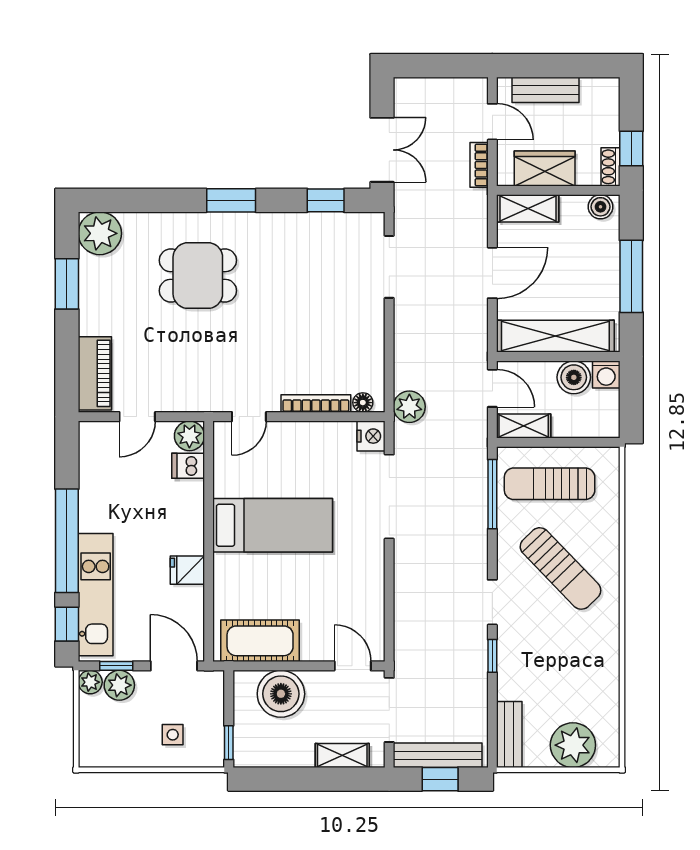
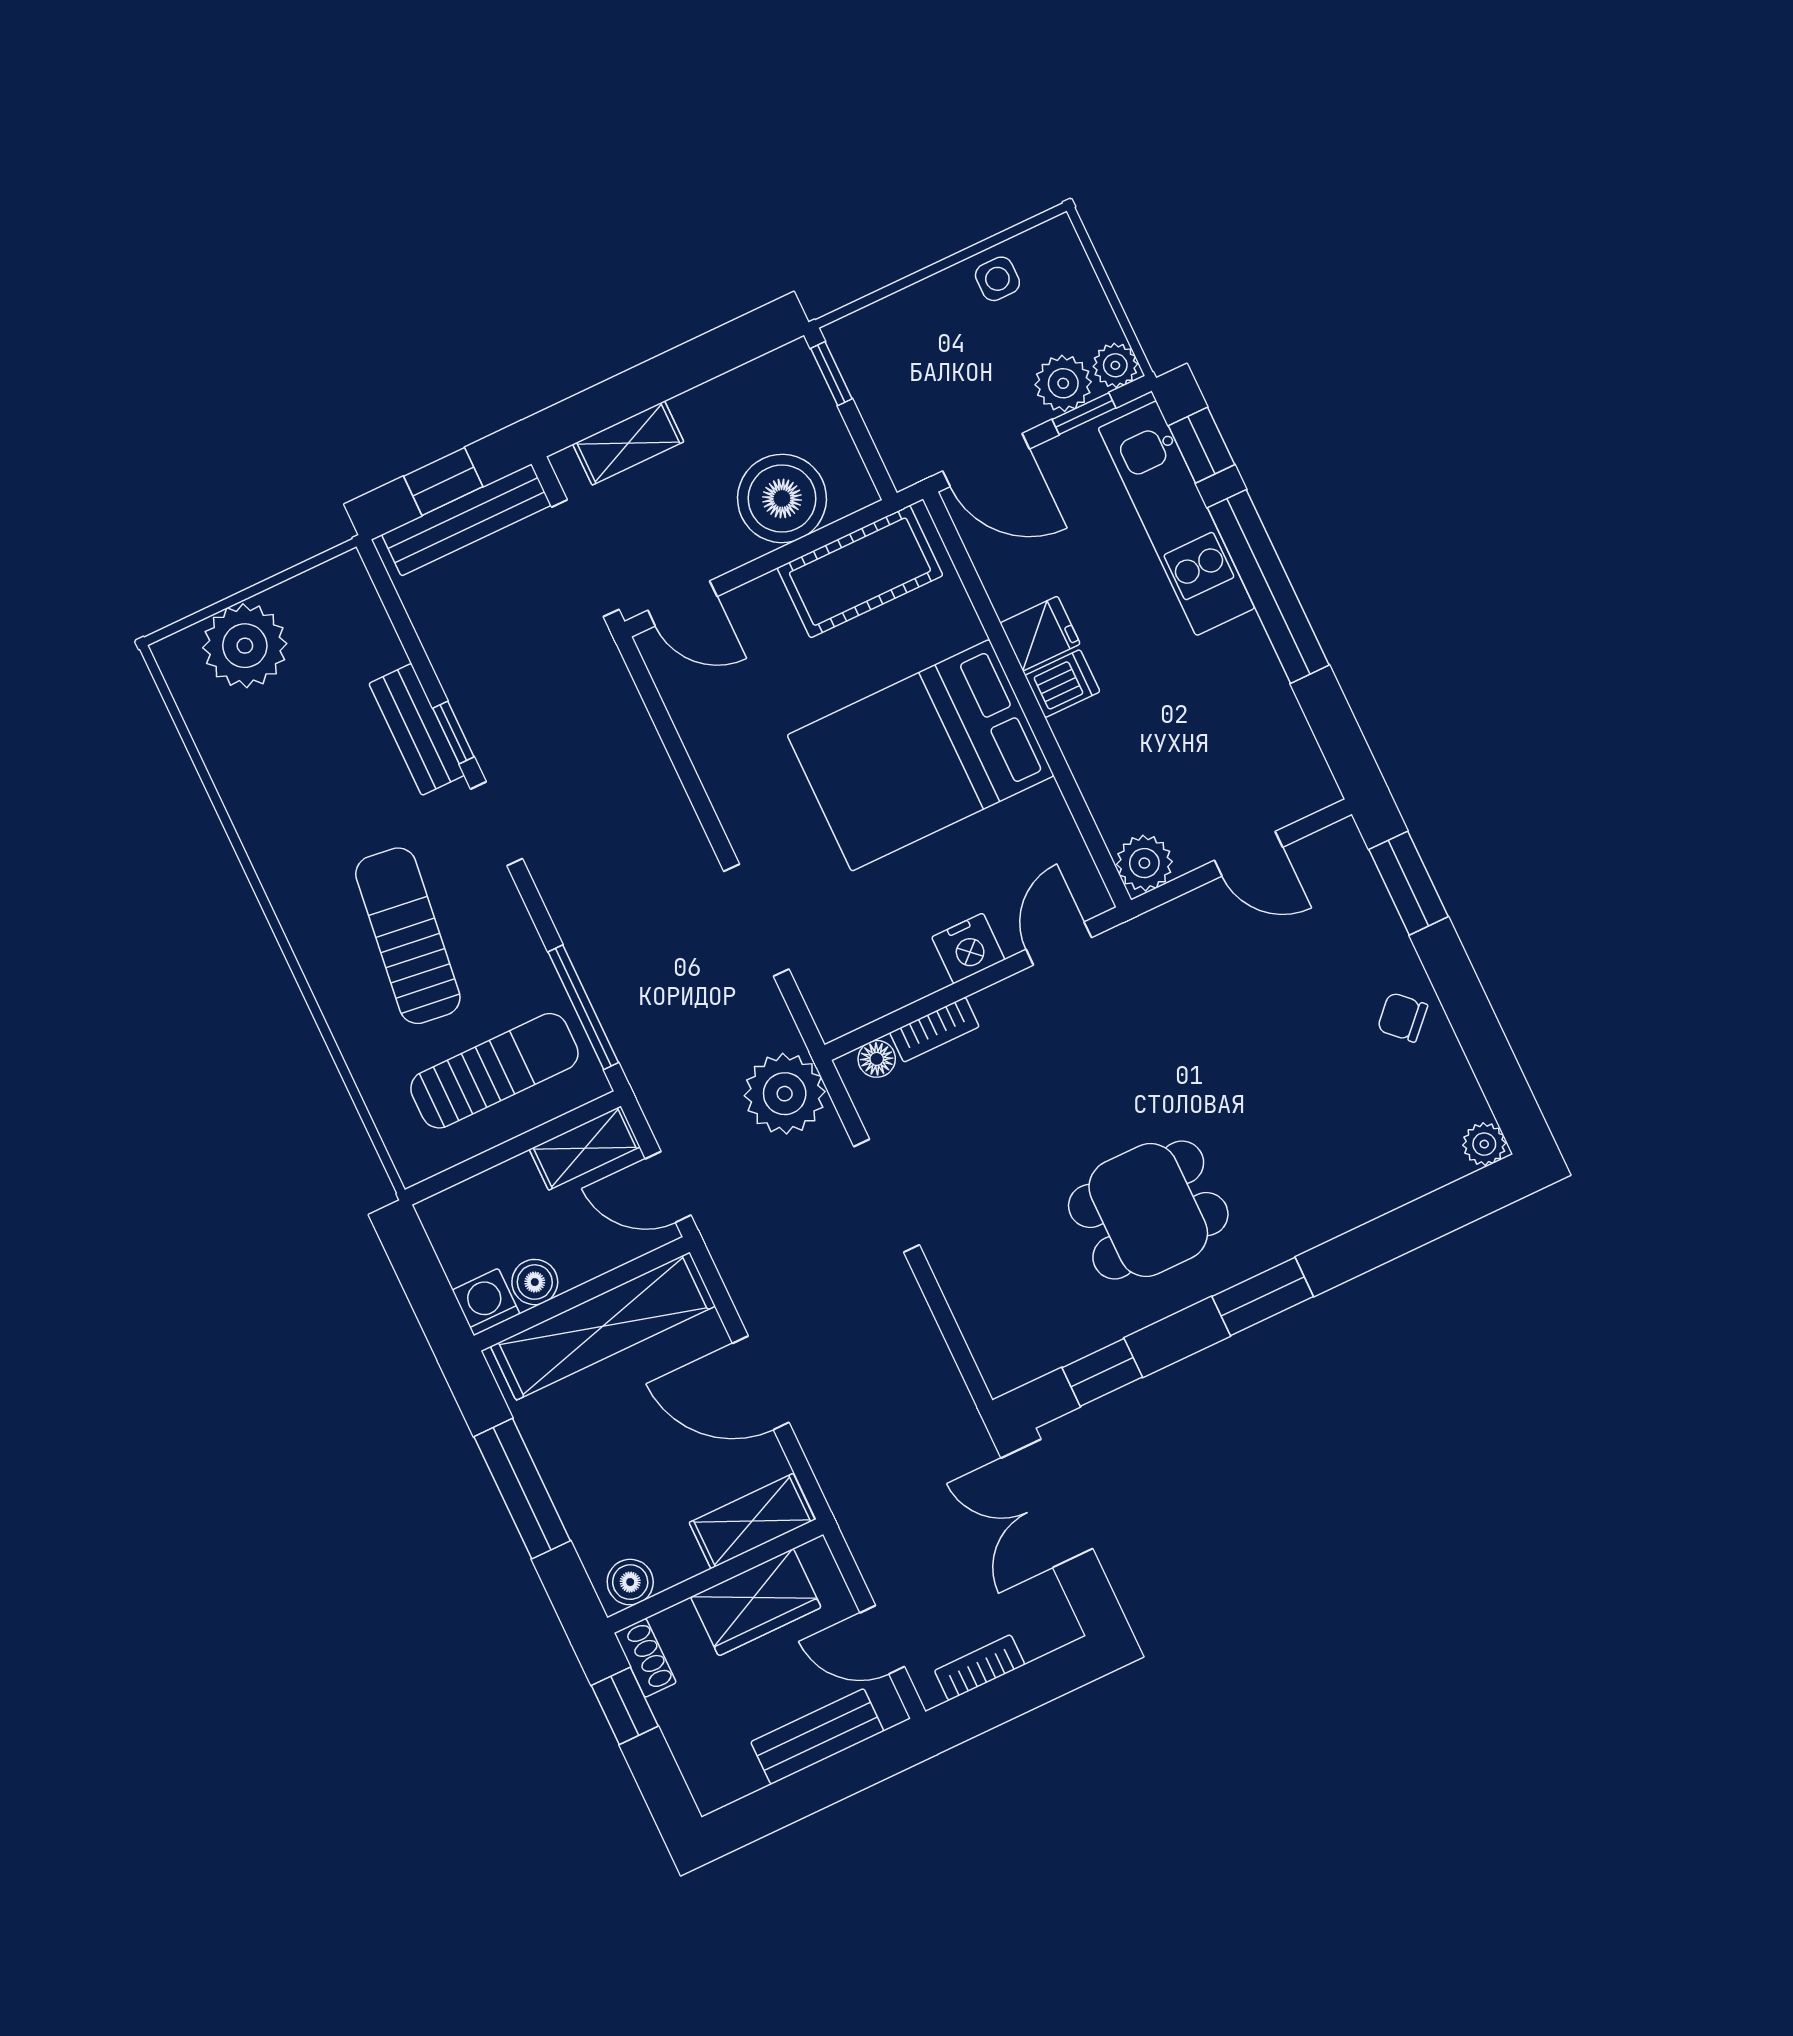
bookcase: (479, 165) -> (980, 1668), moved, turned -90
plant: (100, 233) -> (1484, 1144), width x0.53, depth x0.53
doorway: (389, 267) -> (887, 1196), moved
door: (492, 273) -> (761, 1383), hinge flipped
dining table: (198, 276) -> (1148, 1210), moved
window: (67, 284) -> (1408, 883), moved
chair: (100, 303) -> (1402, 1017), added
piano: (95, 373) -> (1355, 893), removed
boiler: (574, 377) -> (535, 1282), width x0.73, depth x0.73
bookcase: (316, 403) -> (934, 1030), width x0.64
plant: (409, 407) -> (785, 1094), width x1.36, depth x1.36
door: (137, 417) -> (1248, 854), swing flipped
nightstand: (371, 436) -> (968, 948), moved, turned -90
dishwasher: (188, 466) -> (1062, 684), moved
doorway: (389, 497) -> (756, 920), width x0.73
bed: (273, 525) -> (921, 755), width x1.50
sun lounger: (560, 568) -> (408, 936), turned 51
bench: (509, 734) -> (417, 729), moved
side table: (173, 735) -> (997, 279), moved

